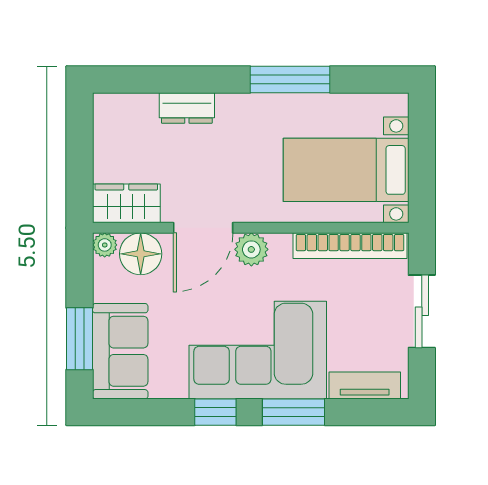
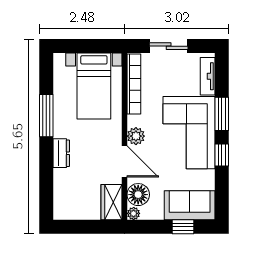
dresser: (187, 108) -> (61, 153), moved
window: (79, 339) -> (183, 227), width x0.67

